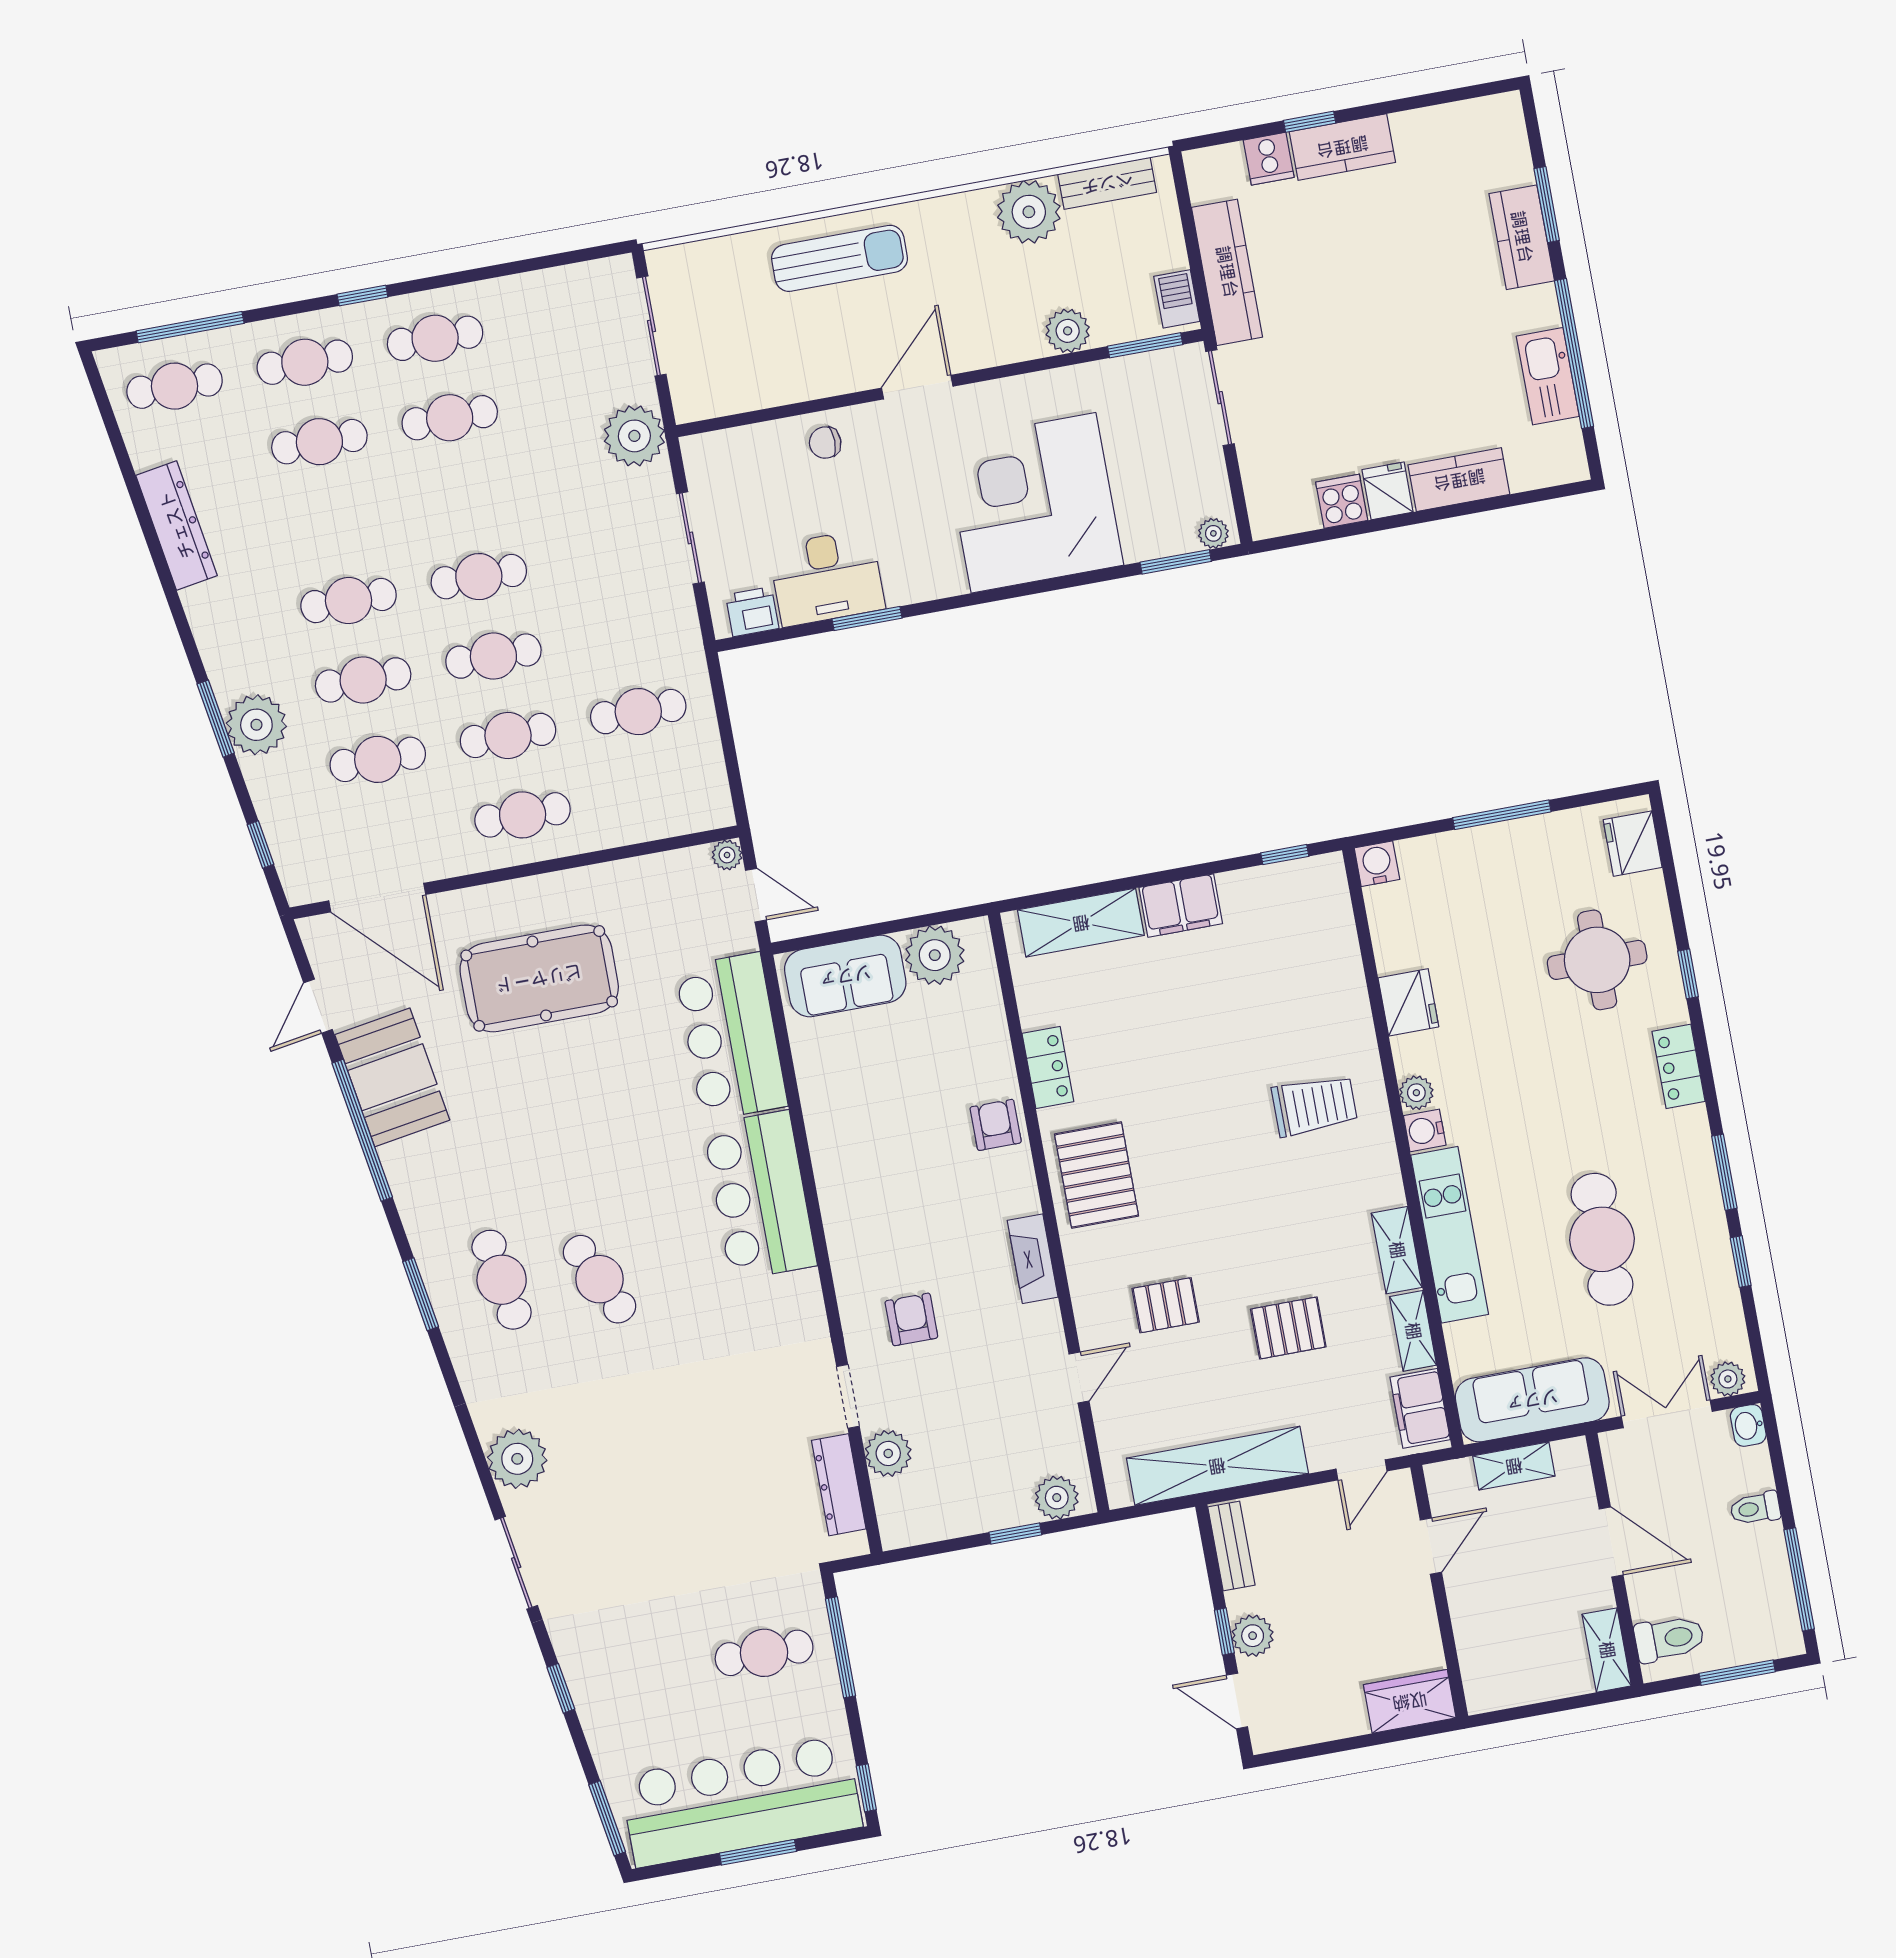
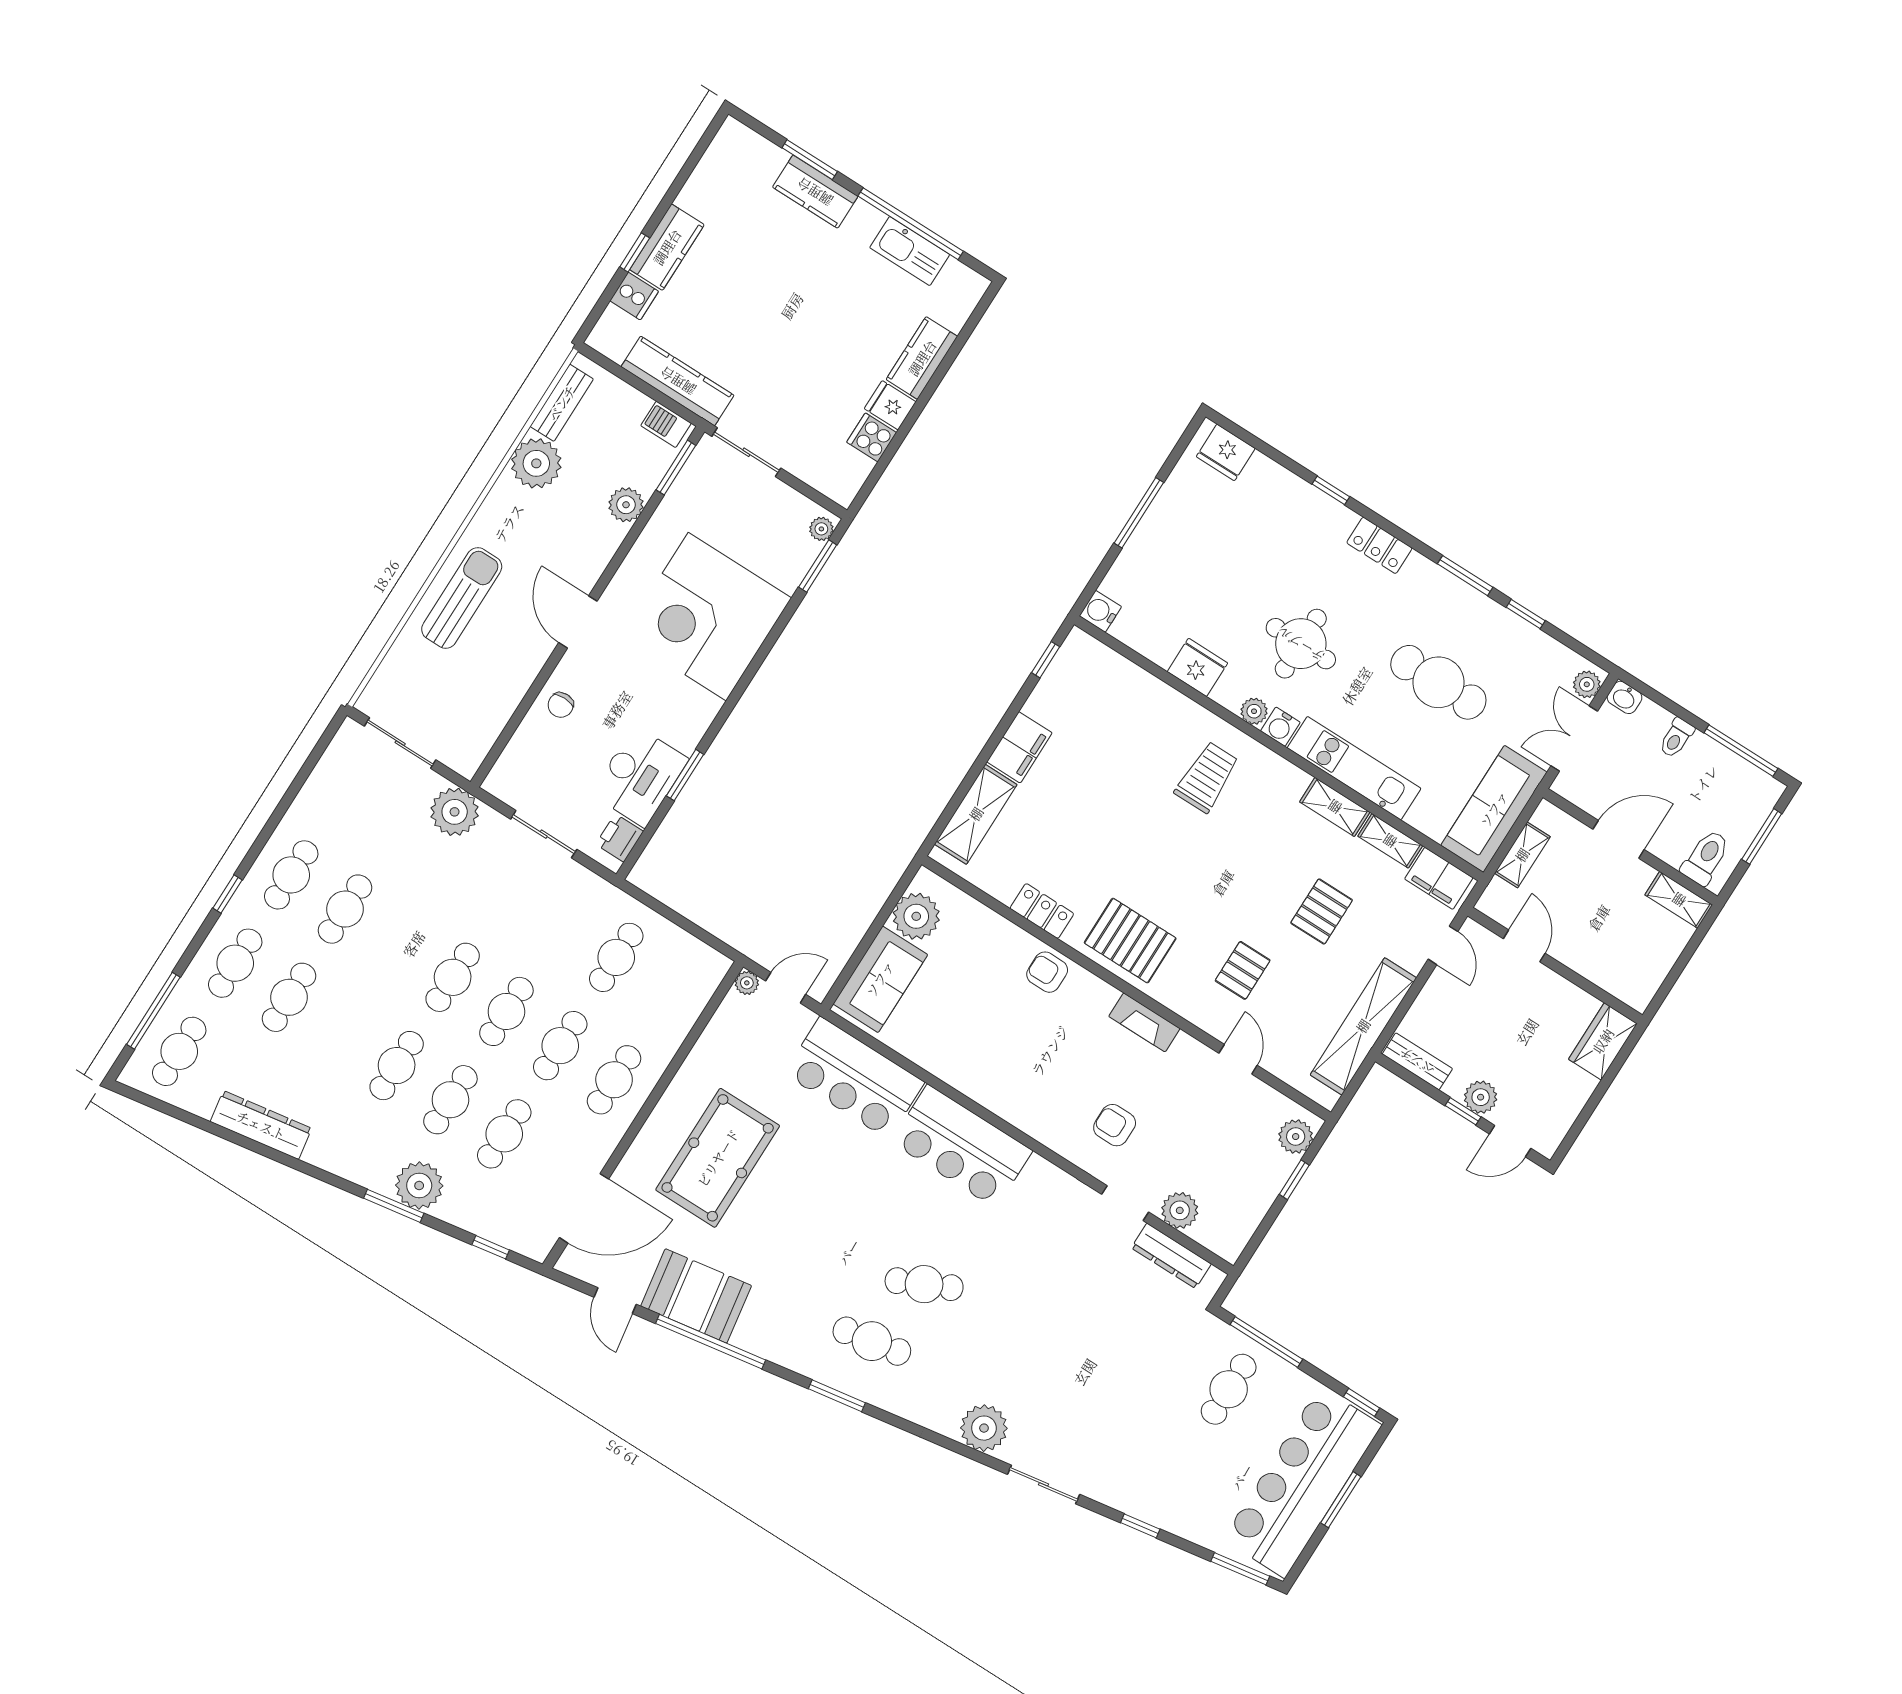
round table: (1597, 960) -> (1301, 644), moved

